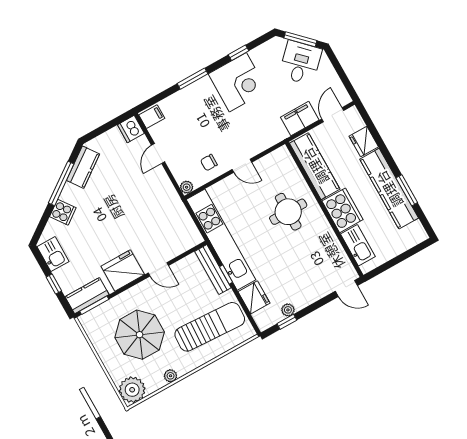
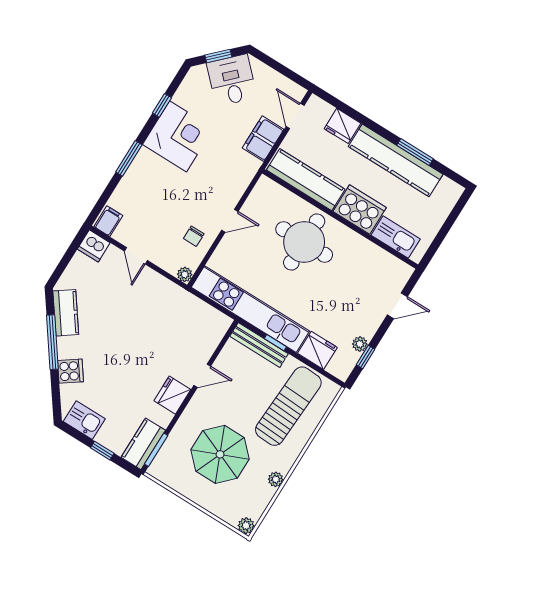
window: (300, 39) -> (218, 56), width x0.67
round table: (288, 212) -> (304, 242), width x1.36, depth x1.36
fridge: (123, 270) -> (172, 395), width x0.73, depth x0.75
door: (346, 288) -> (397, 306), moved
plant: (132, 390) -> (246, 526), width x0.53, depth x0.53

